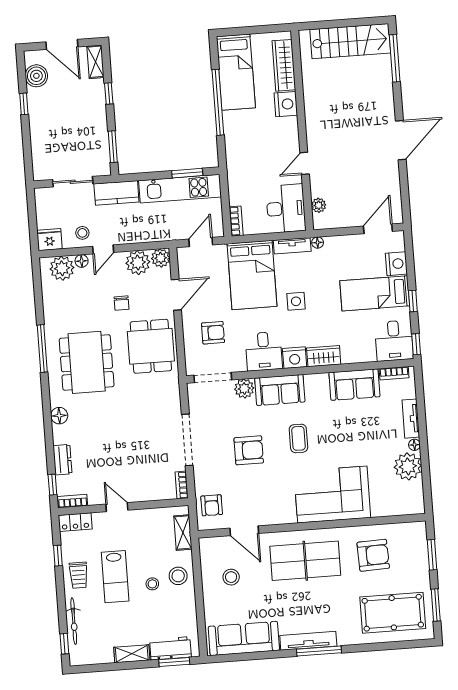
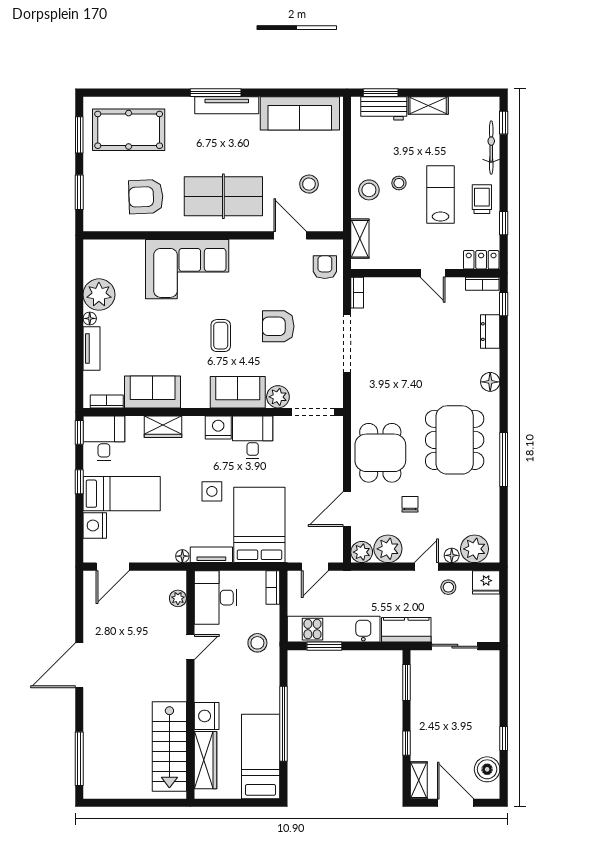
stairs: (350, 41) -> (169, 747), moved, turned -90
stool: (246, 172) -> (257, 643), added
armchair: (213, 333) -> (309, 463), removed
wardrobe: (324, 356) -> (163, 427), moved

